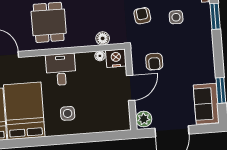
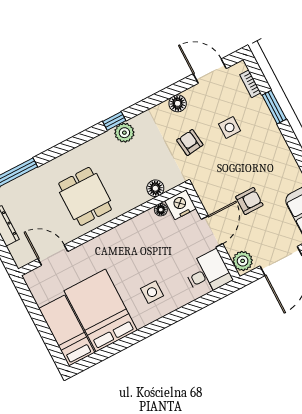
armchair: (154, 62) -> (249, 201), moved, turned -90
desk: (61, 69) -> (208, 273), moved, turned 90

